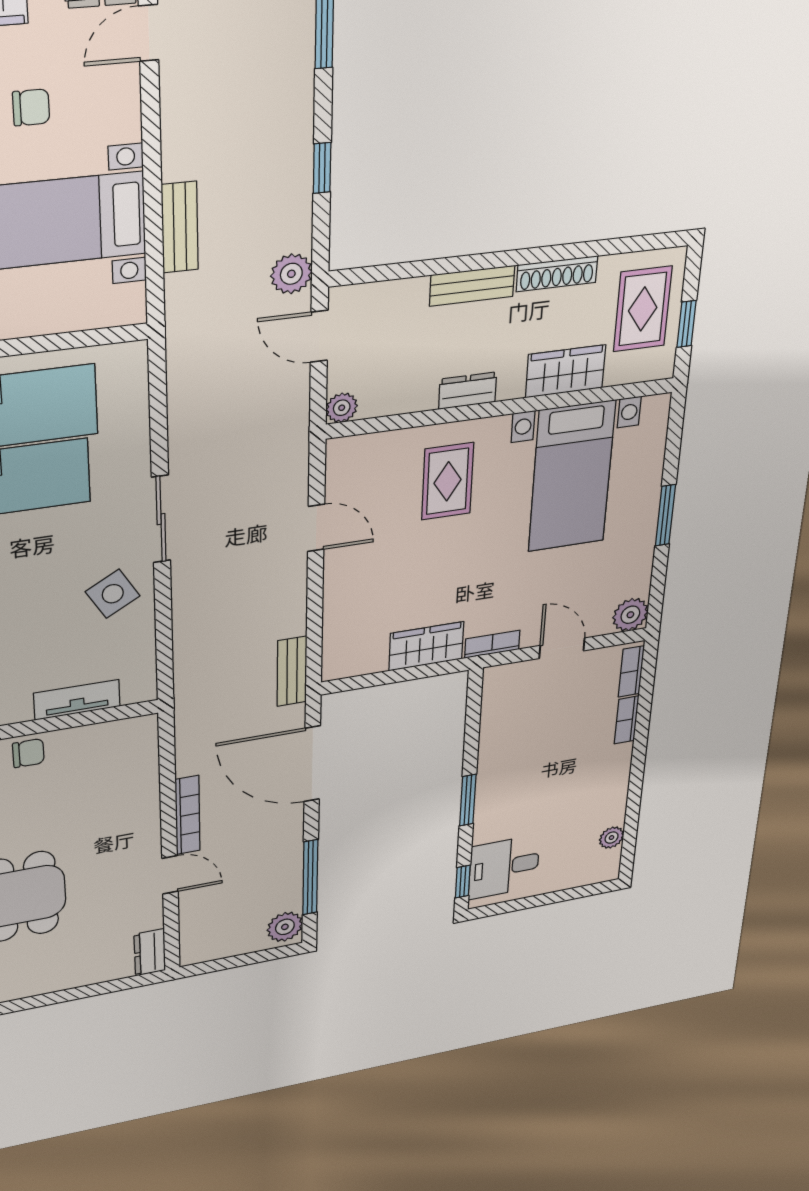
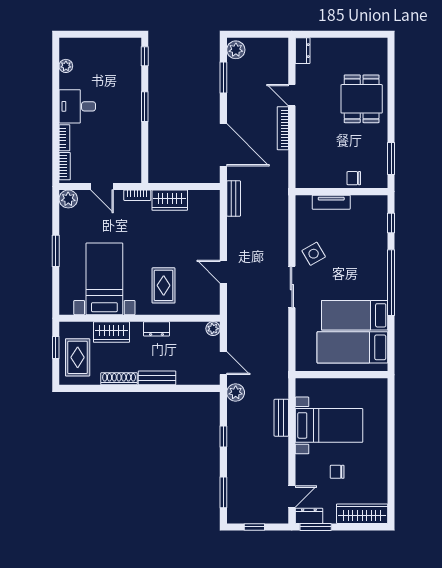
desk: (504, 867) -> (77, 106), moved, turned 180
window: (310, 877) -> (223, 78), width x0.69

